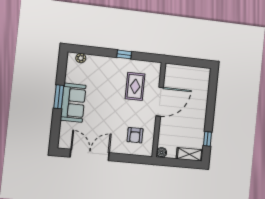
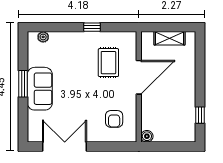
shelving: (190, 154) -> (169, 38), moved

